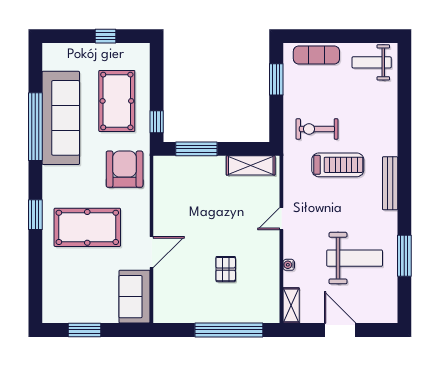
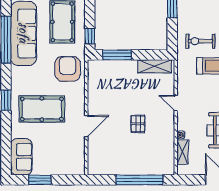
door: (281, 219) -> (176, 103), hinge flipped
pallet: (226, 269) -> (138, 124), moved
sofa: (134, 297) -> (21, 157), moved, turned 180
shelving: (291, 305) -> (182, 152), moved

